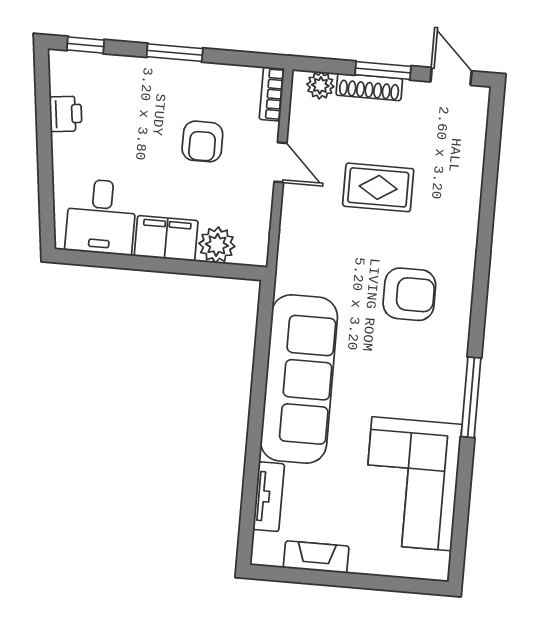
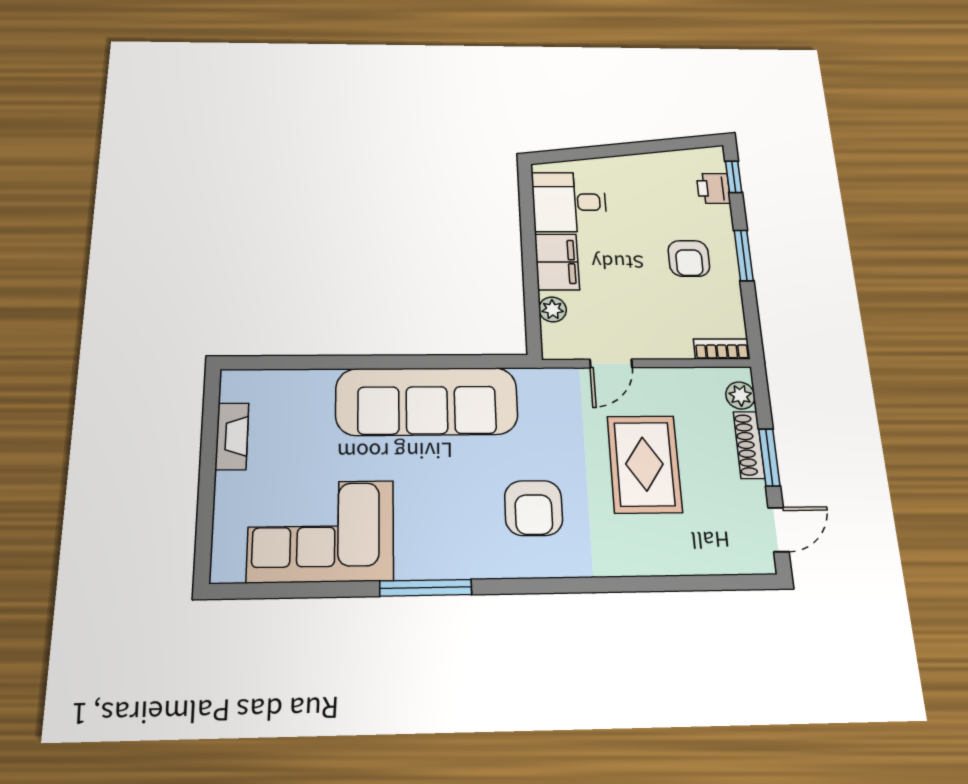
printer: (66, 114) -> (713, 188), moved, turned 97
armchair: (202, 141) -> (689, 258), moved, turned -90
door: (280, 162) -> (611, 363), moved
rug: (378, 187) -> (644, 464), width x1.36, depth x1.43
plant: (217, 245) -> (552, 309), width x0.73, depth x0.73
tv unit: (269, 497) -> (296, 382), removed

